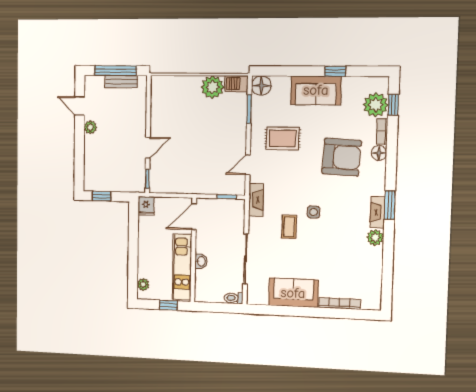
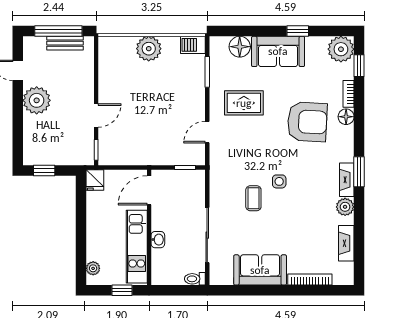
floor lamp: (261, 86) -> (240, 47), moved
plant: (212, 87) -> (149, 49), moved
plant: (376, 105) -> (341, 49), moved
plant: (90, 127) -> (37, 100), width x1.88, depth x1.88
fireplace: (256, 200) -> (346, 243), moved, turned 180

